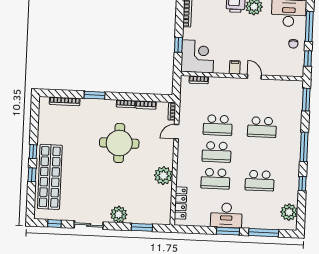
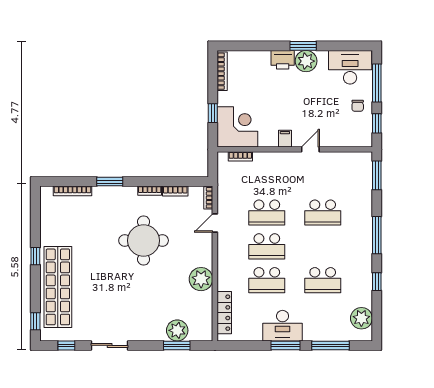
door: (254, 77) -> (310, 149), hinge flipped
window: (32, 175) -> (35, 321), moved
plant: (119, 214) -> (177, 330), moved

